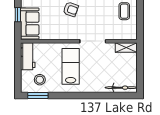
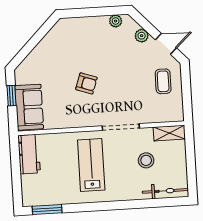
stool: (40, 80) -> (146, 160), moved

